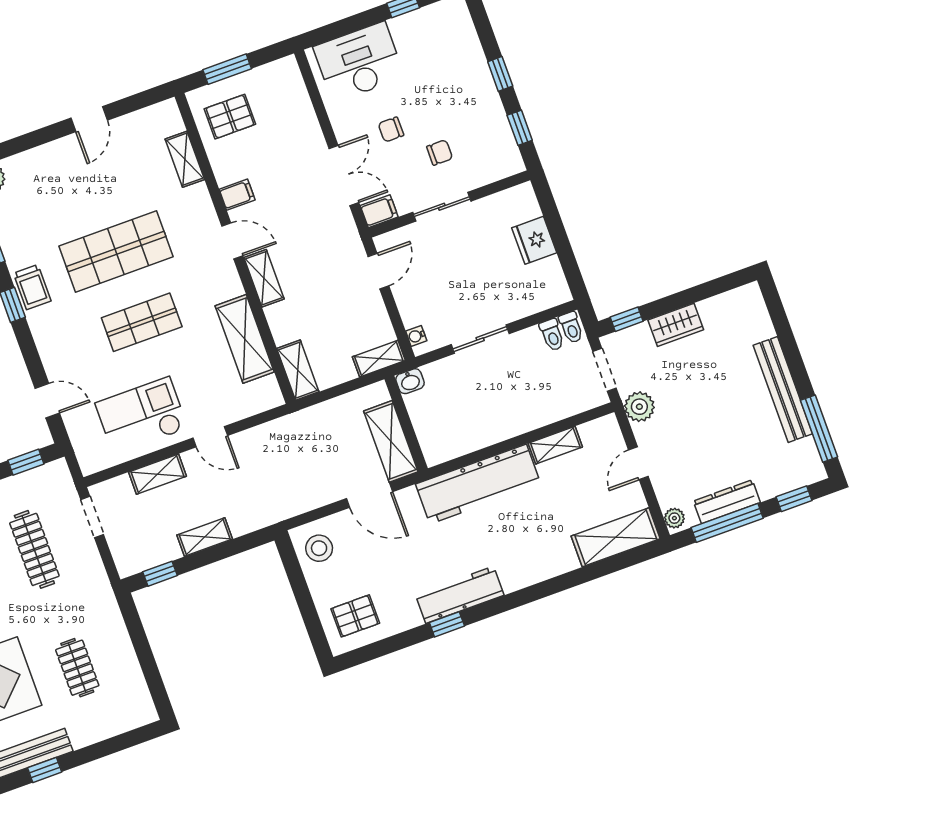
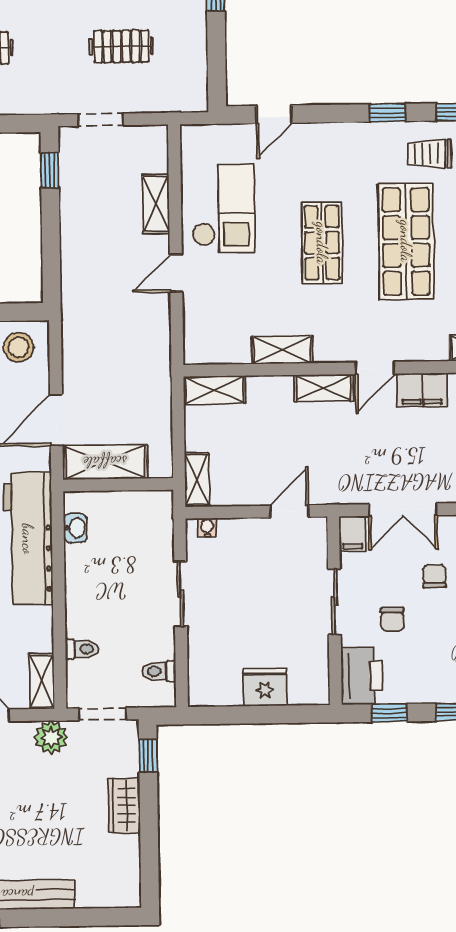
printer: (497, 162) -> (362, 676), added
filing cabinet: (237, 195) -> (422, 390), width x2.00
door: (378, 271) -> (289, 511), swing flipped
trolley: (32, 287) -> (429, 154), moved
toilet: (571, 327) -> (82, 649), moved, turned 180
shelving: (245, 339) -> (282, 350), width x0.67, depth x0.75
washbasin: (410, 381) -> (75, 528), moved, turned 180
shelving: (555, 445) -> (42, 681), moved
window: (26, 462) -> (217, 69), removed
doorway: (92, 517) -> (101, 120), moved
shelving: (205, 537) -> (72, 231), removed
clothes rail: (34, 549) -> (121, 46), width x0.73

